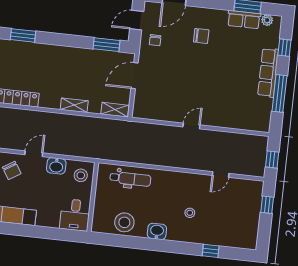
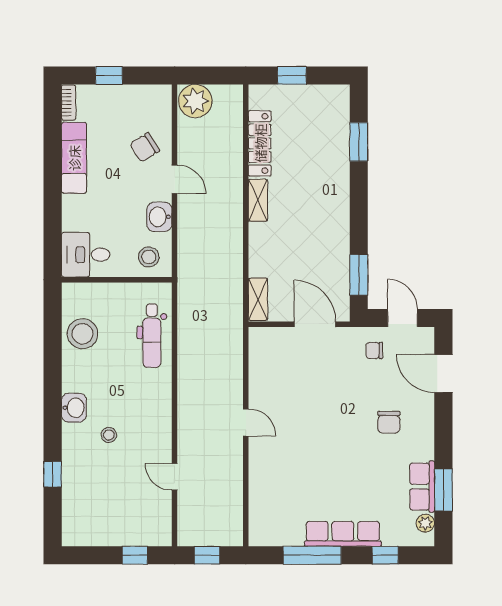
shelving: (74, 105) -> (258, 200), moved
washbasin: (157, 231) -> (74, 408), moved

